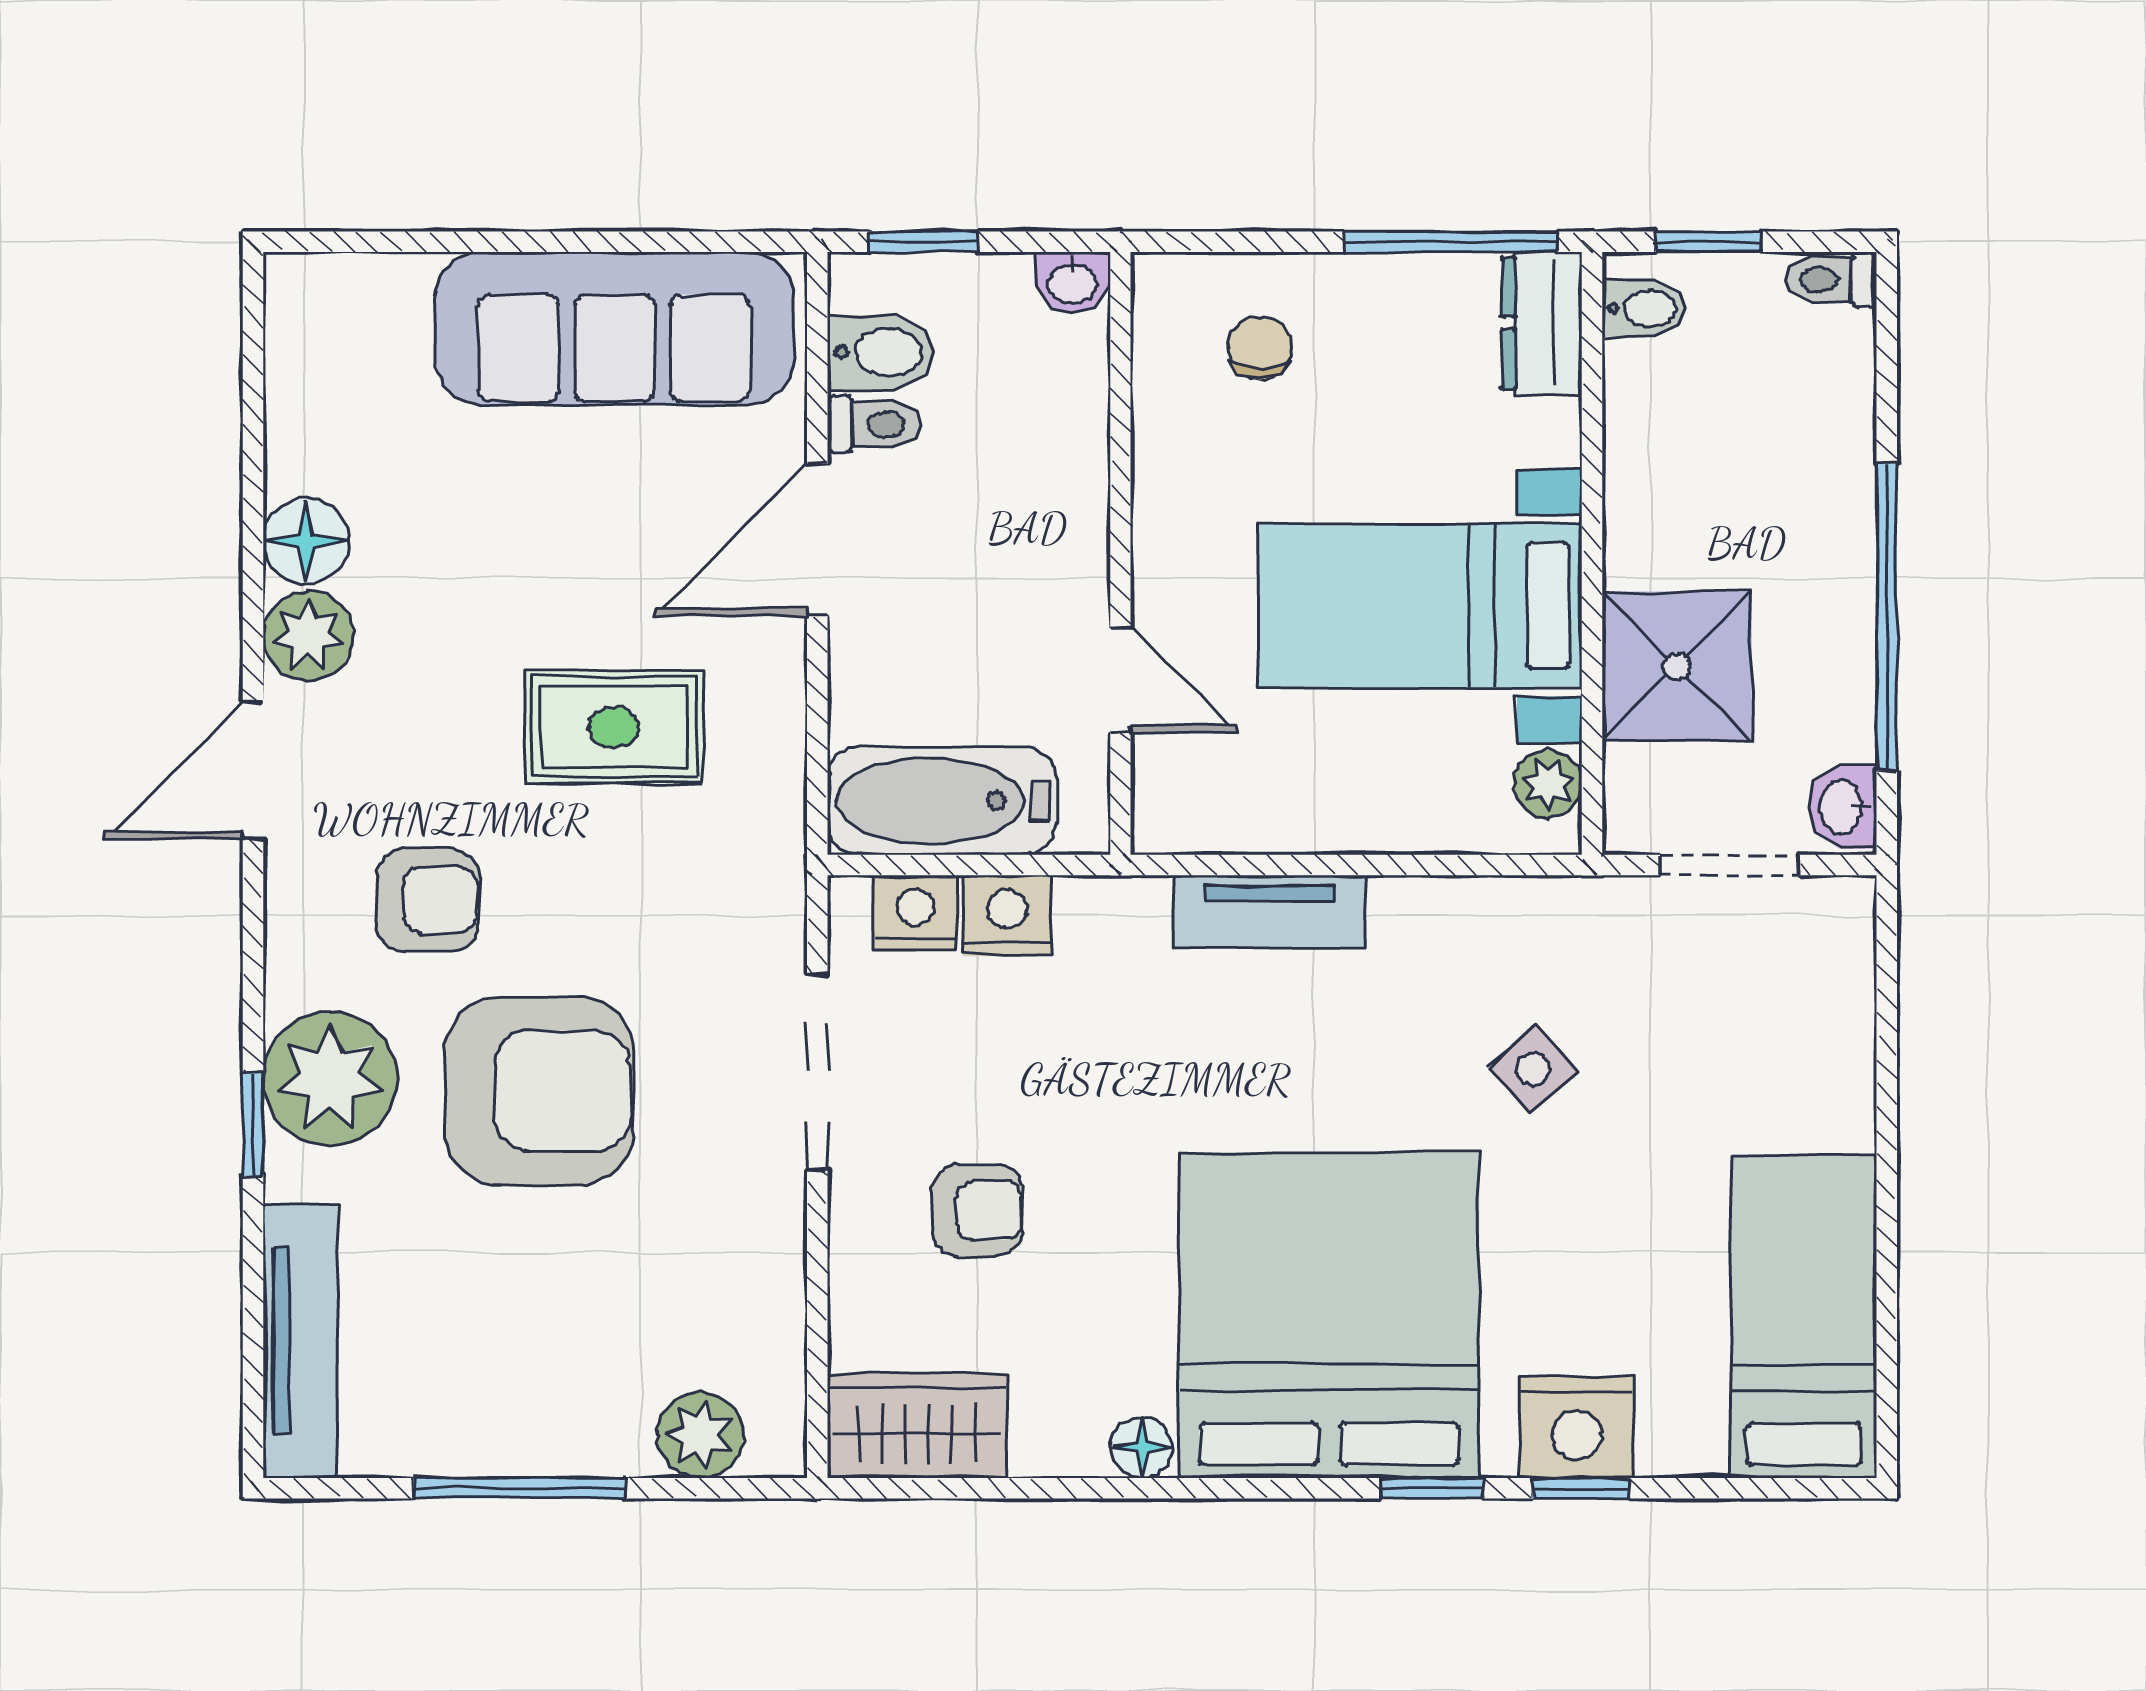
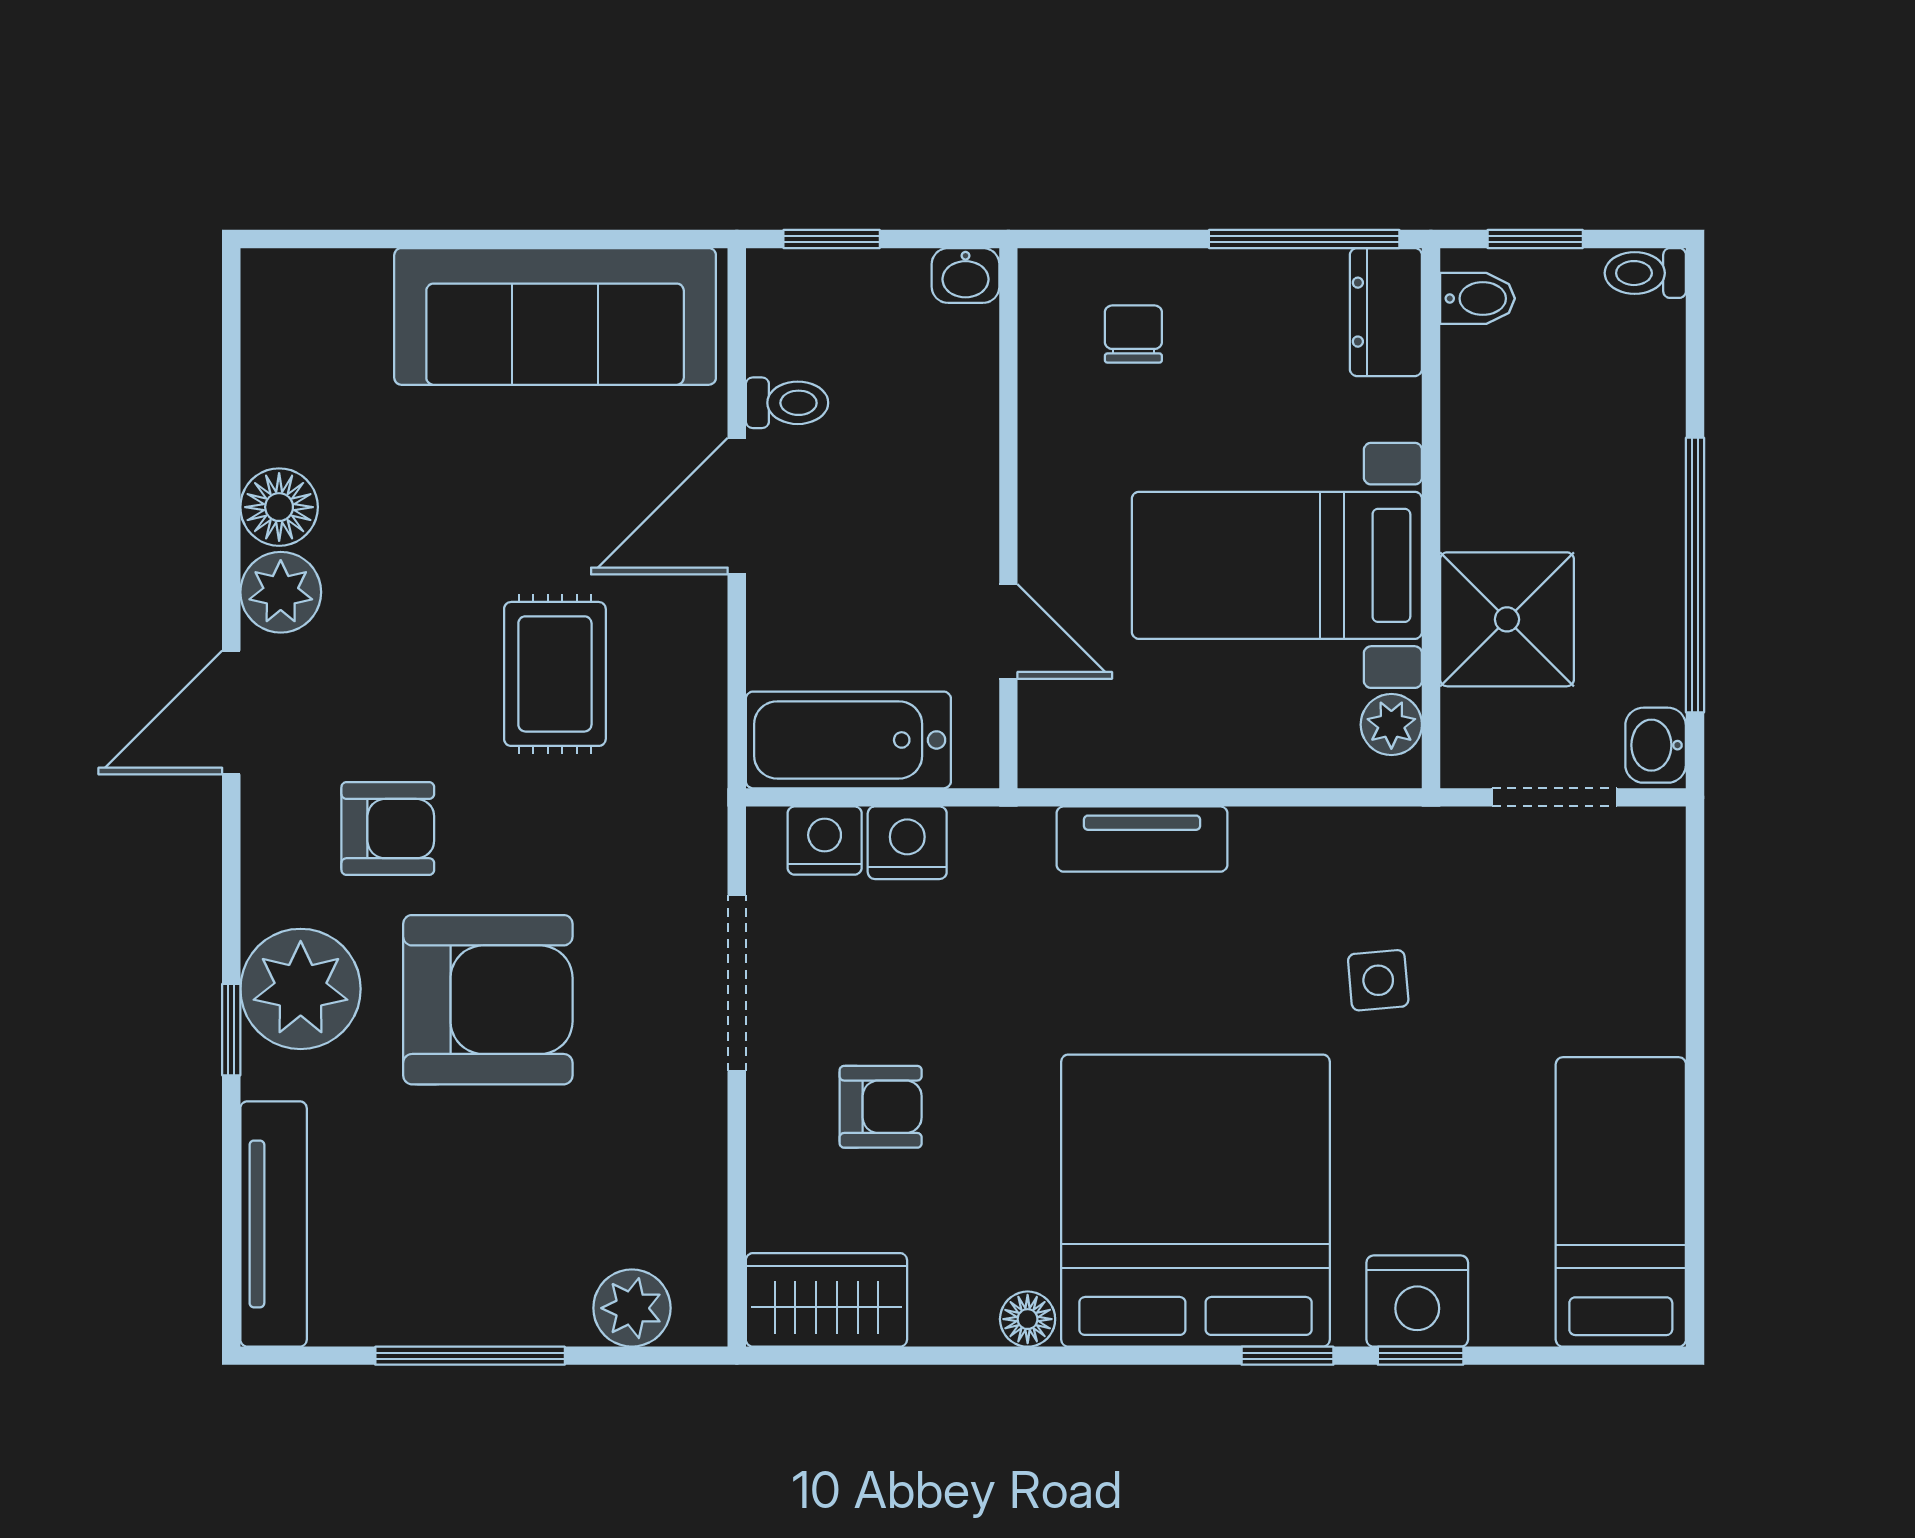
bidet: (881, 352) -> (794, 338), removed
rug: (614, 727) -> (555, 674), turned 90
side table: (1533, 1069) -> (1378, 980), turned 37

